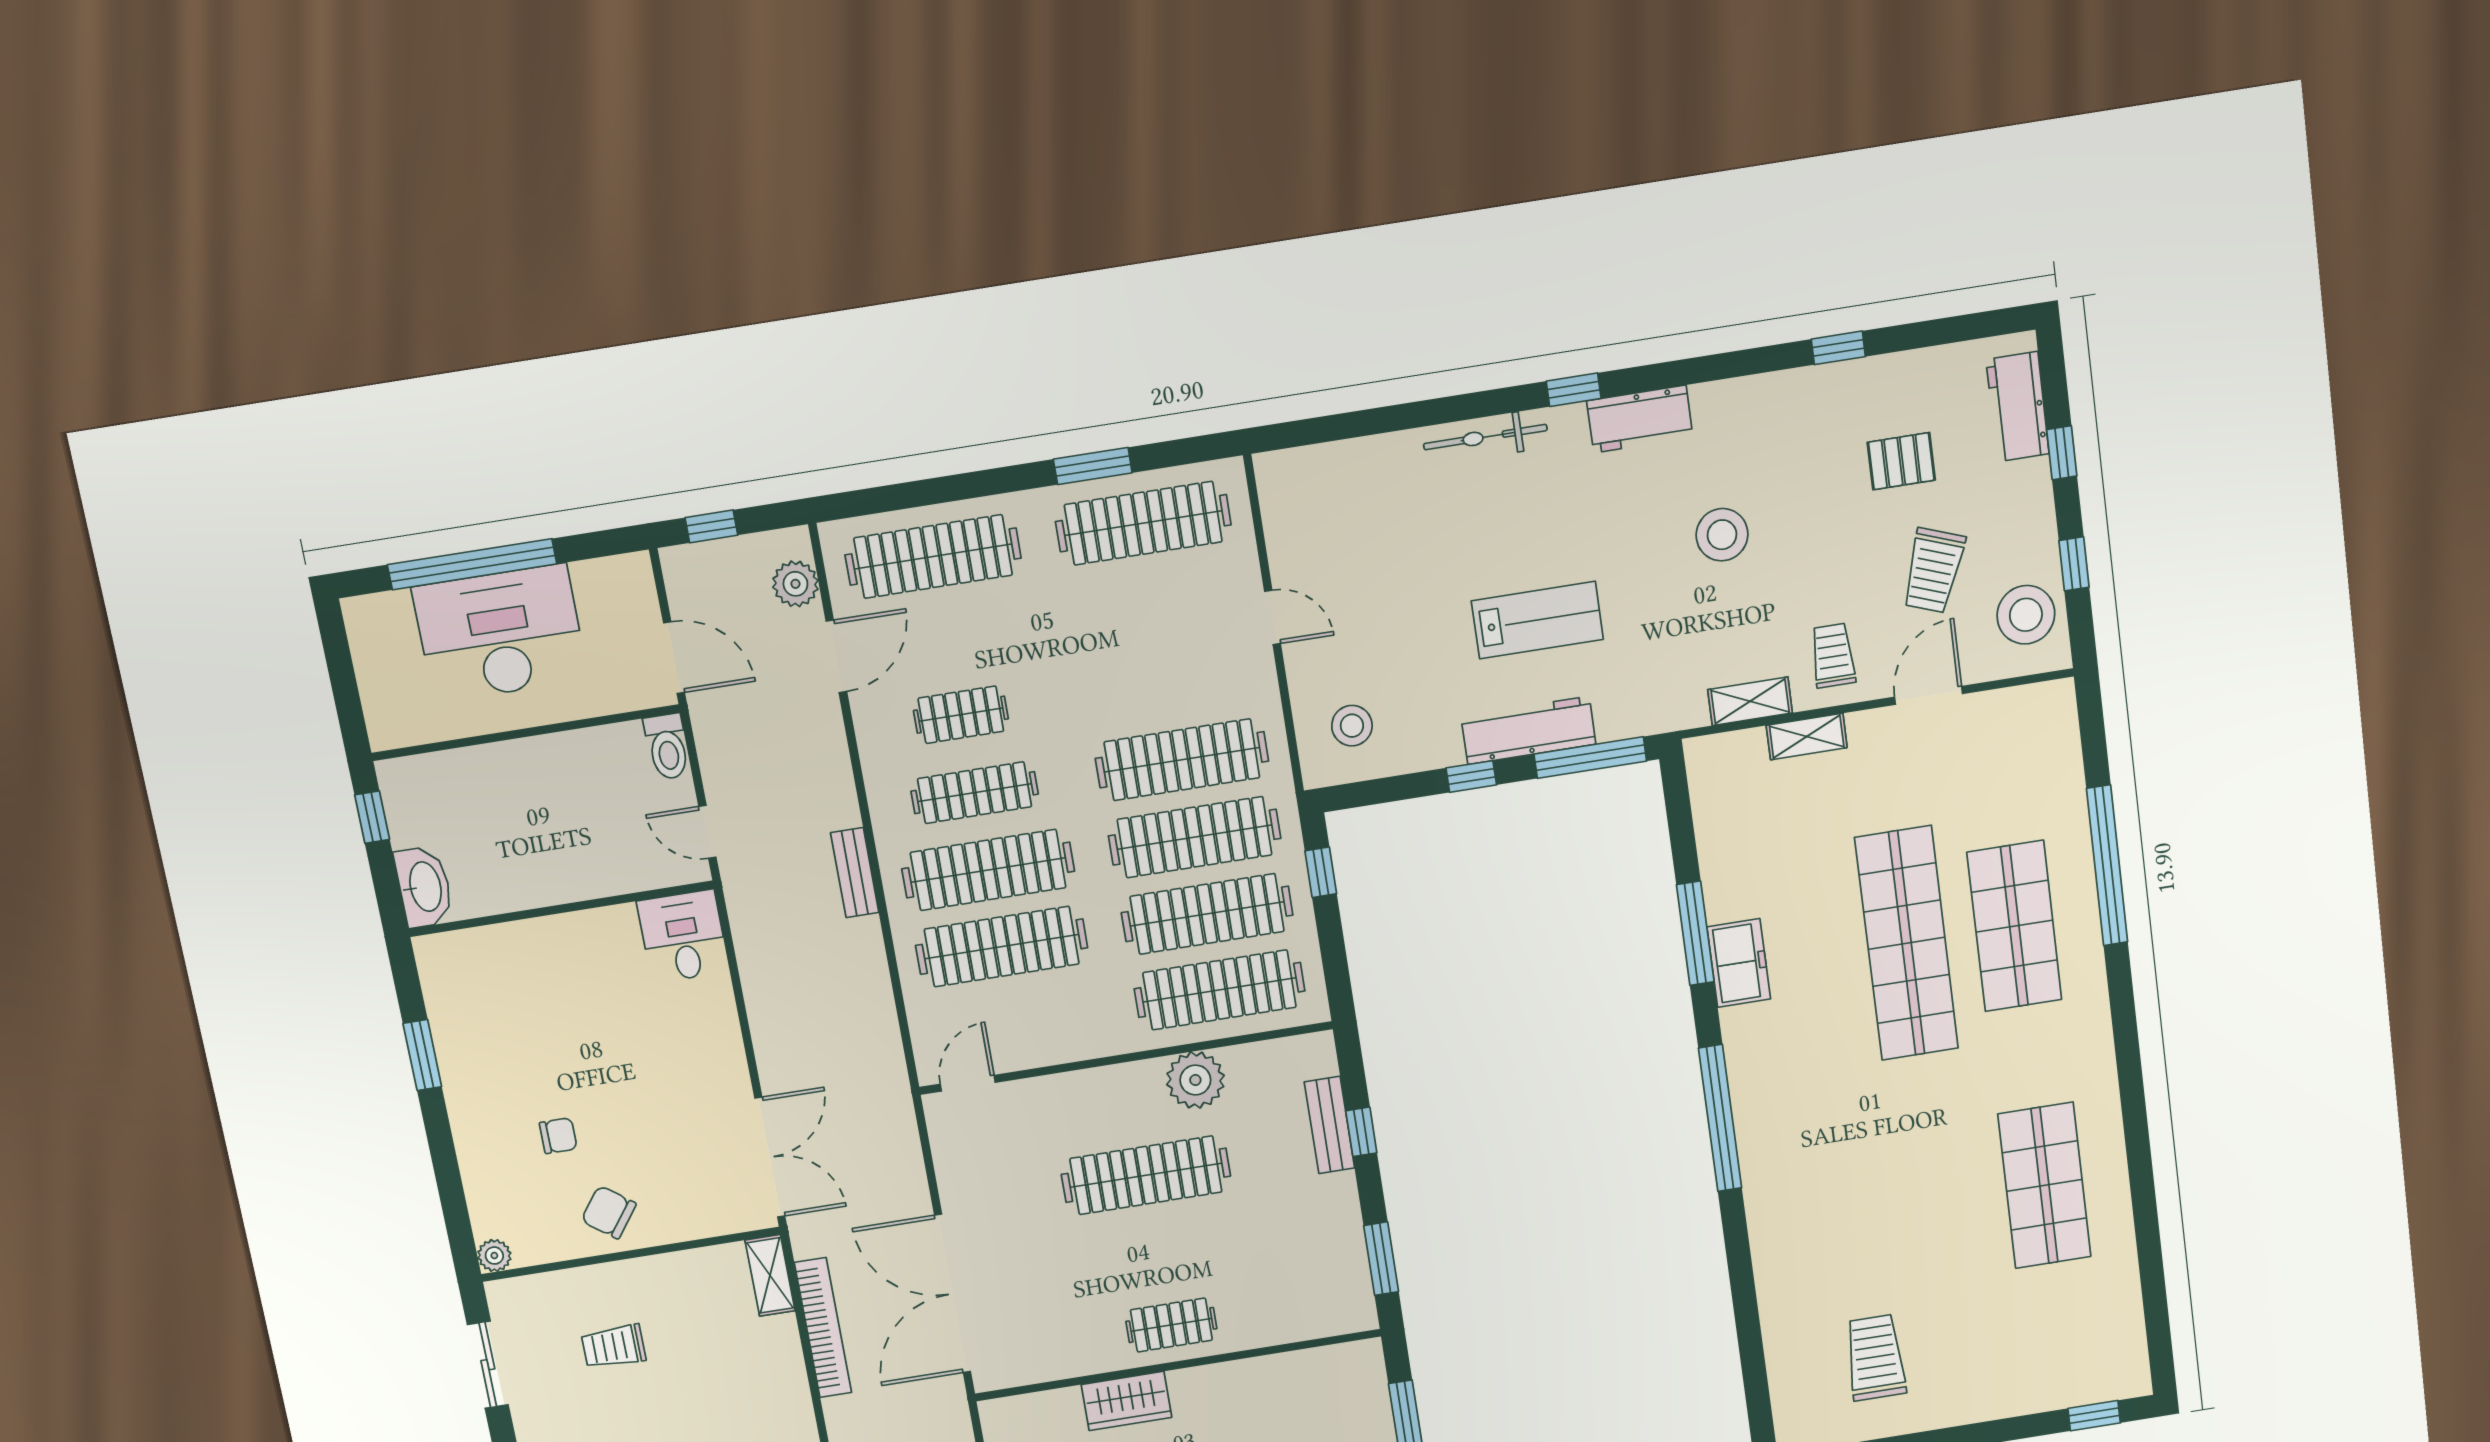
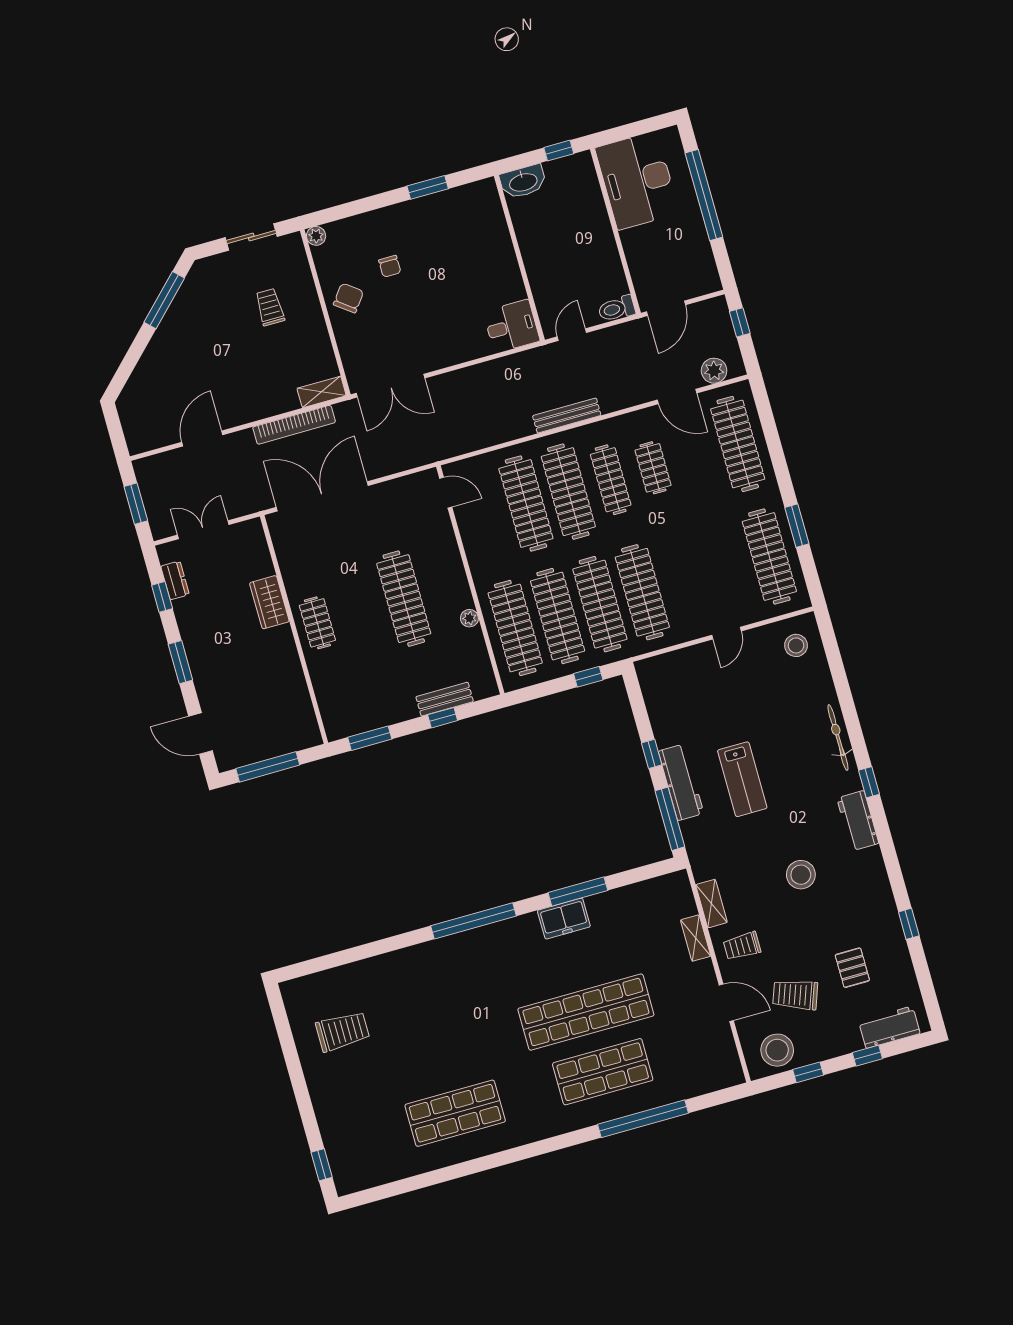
desk: (500, 633) -> (637, 181), moved, turned 180
trolley: (1833, 656) -> (742, 946), turned 180
stool: (1352, 726) -> (796, 645), moved
bench: (855, 873) -> (567, 416), width x1.36
plant: (1195, 1080) -> (469, 618), width x0.53, depth x0.53

